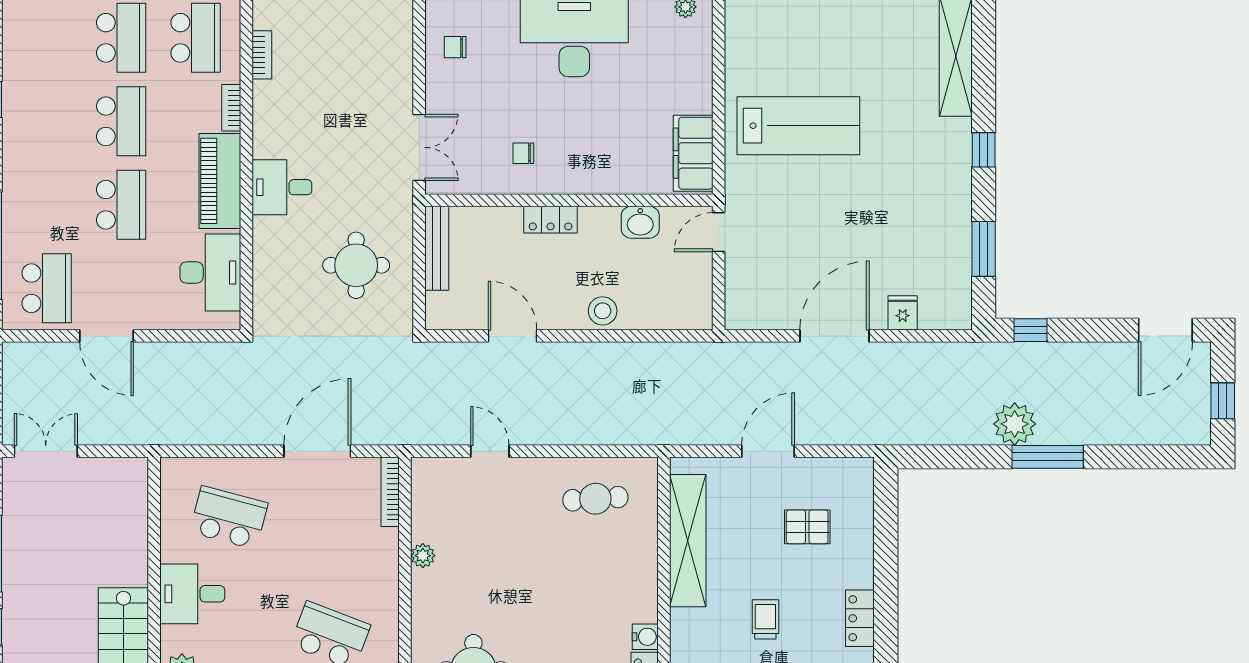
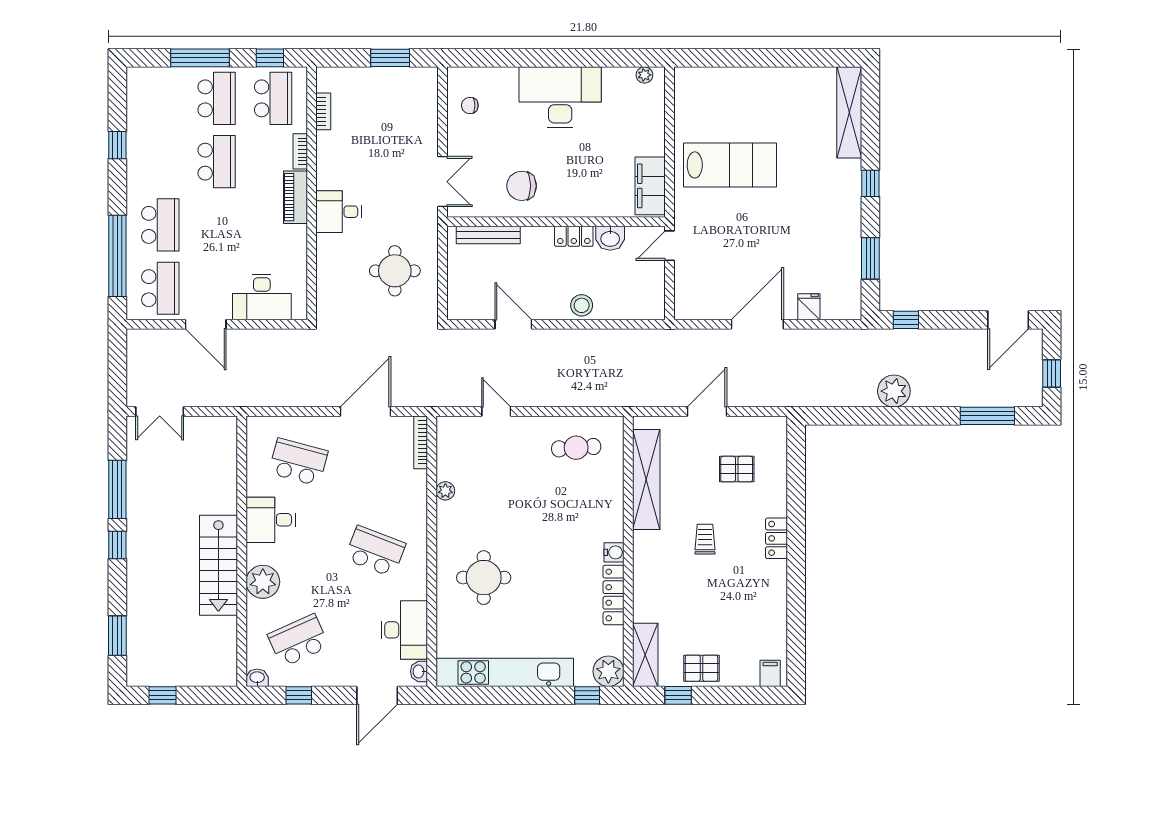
chair: (523, 153) -> (522, 186), width x1.87, depth x1.87
piano: (220, 181) -> (295, 197), width x0.73, depth x0.75
school desk: (121, 205) -> (160, 225), moved
locker: (551, 220) -> (574, 236), moved
bench: (437, 248) -> (488, 235), moved, turned 90
desk: (210, 272) -> (262, 297), moved, turned 90
double door: (46, 451) -> (160, 412), swing flipped
window: (1048, 457) -> (987, 416), moved

